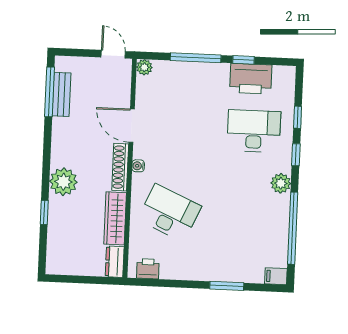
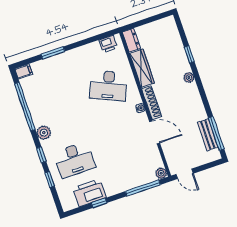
window: (196, 58) -> (143, 188), moved
plant: (63, 182) -> (189, 77), width x0.53, depth x0.53

